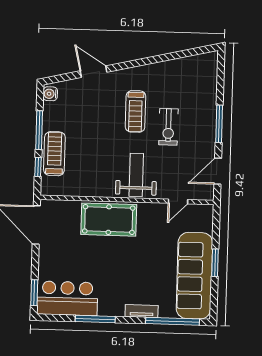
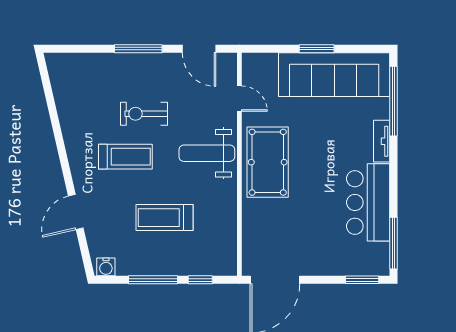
exercise bike: (168, 127) -> (144, 114), turned 180
treadmill: (54, 154) -> (164, 218), moved
pool table: (109, 220) -> (268, 162), moved
bar counter: (67, 298) -> (368, 202), moved
window: (95, 319) -> (394, 243), moved

